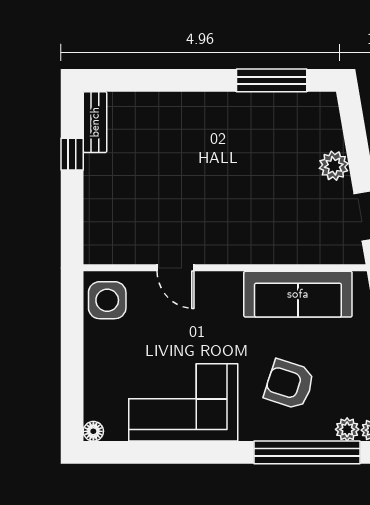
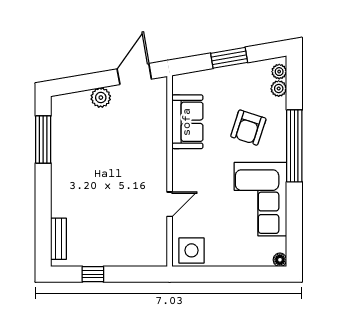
bench: (95, 122) -> (59, 239), moved, turned 90
sofa: (298, 294) -> (187, 122), width x0.73
window: (307, 452) -> (294, 146), moved

